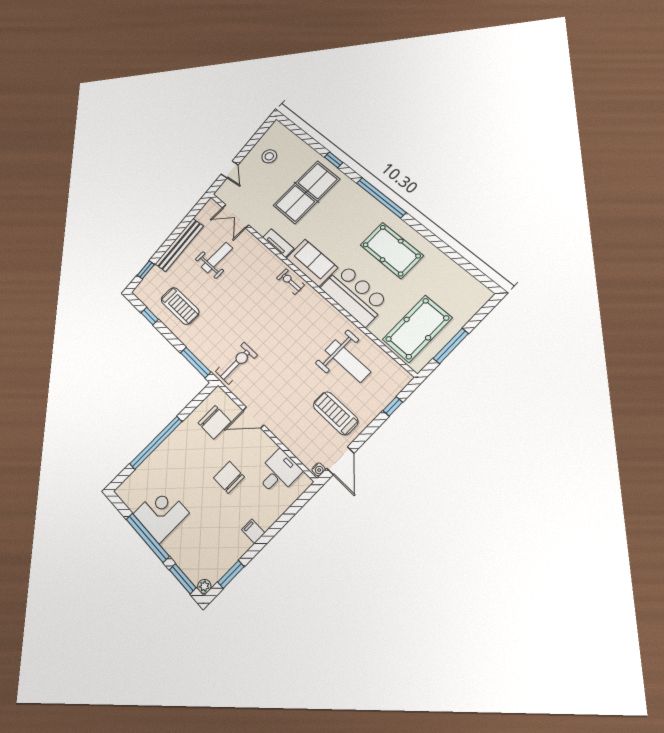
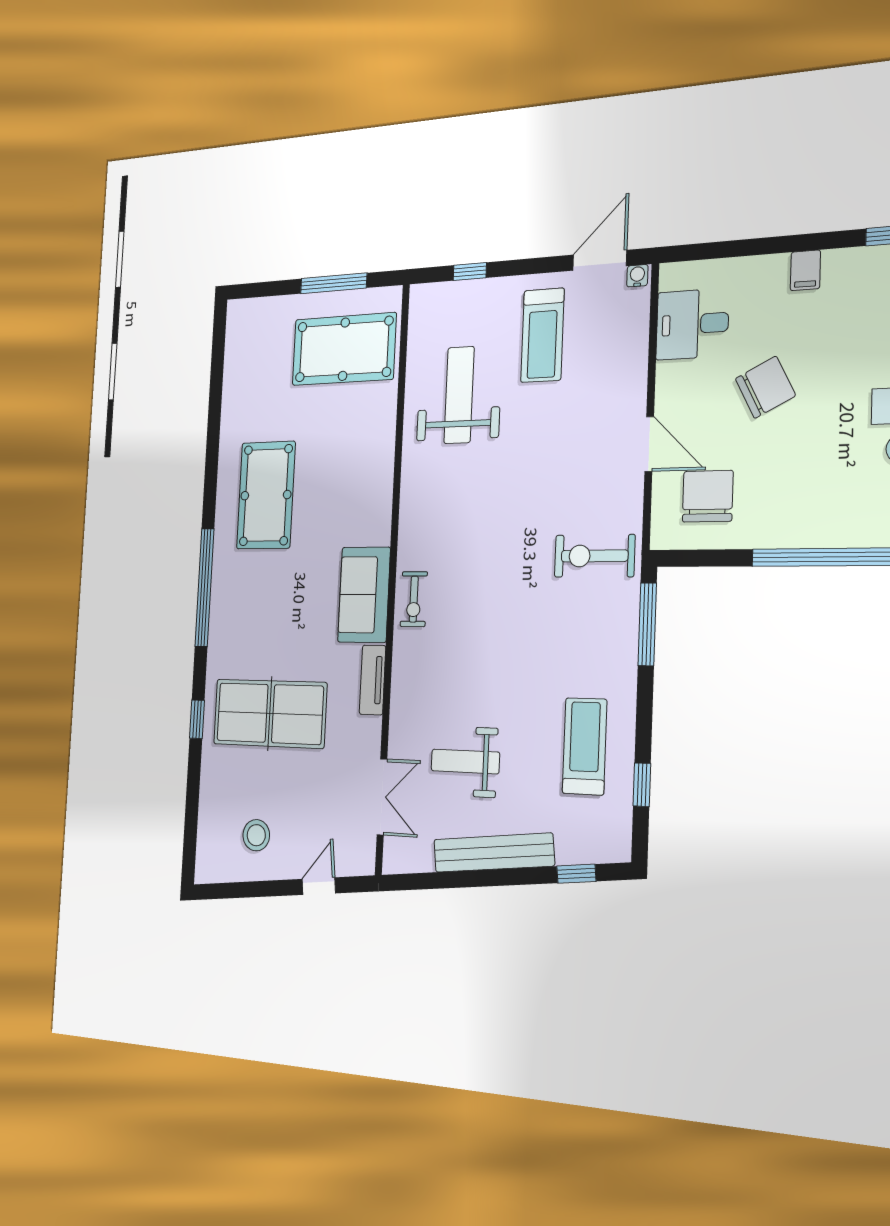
bar counter: (354, 295) -> (363, 483), removed
chair: (229, 477) -> (765, 387), turned -117

